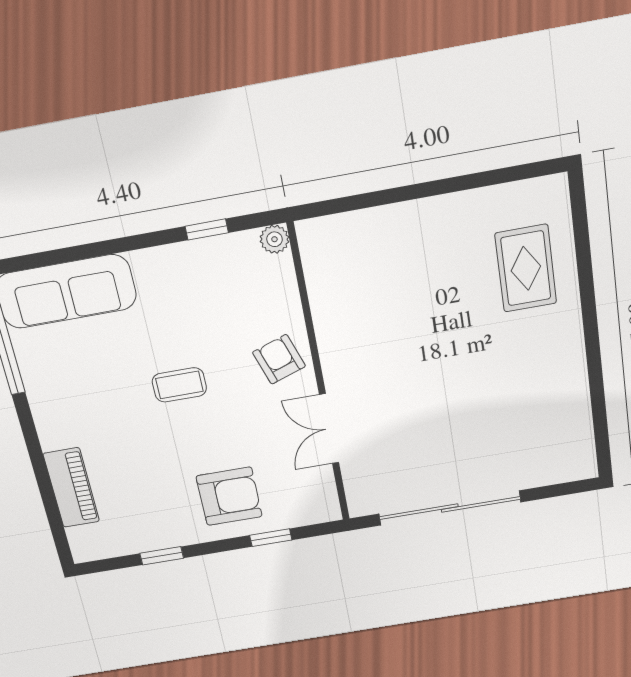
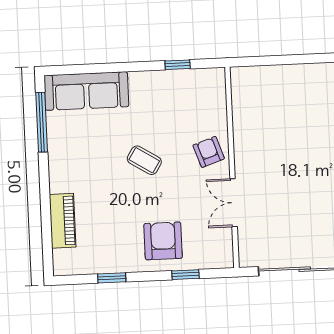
plant: (274, 239) -> (217, 76), removed
coffee table: (179, 385) -> (144, 160), turned 32
armchair: (229, 496) -> (163, 241), turned -90

